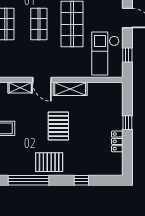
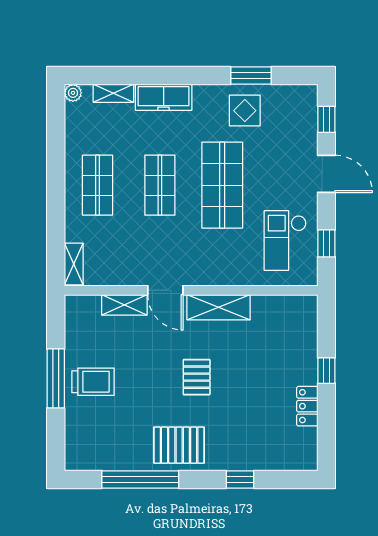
checkout: (105, 53) -> (285, 241), width x0.73, depth x0.83
pallet: (58, 126) -> (197, 377), width x0.67, depth x0.71

